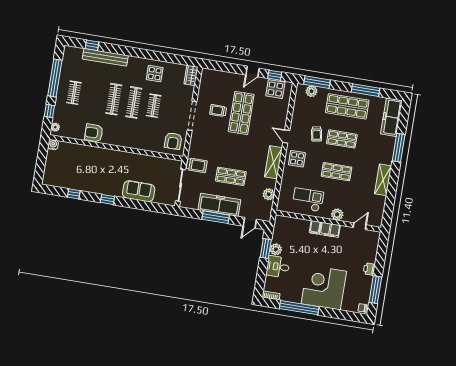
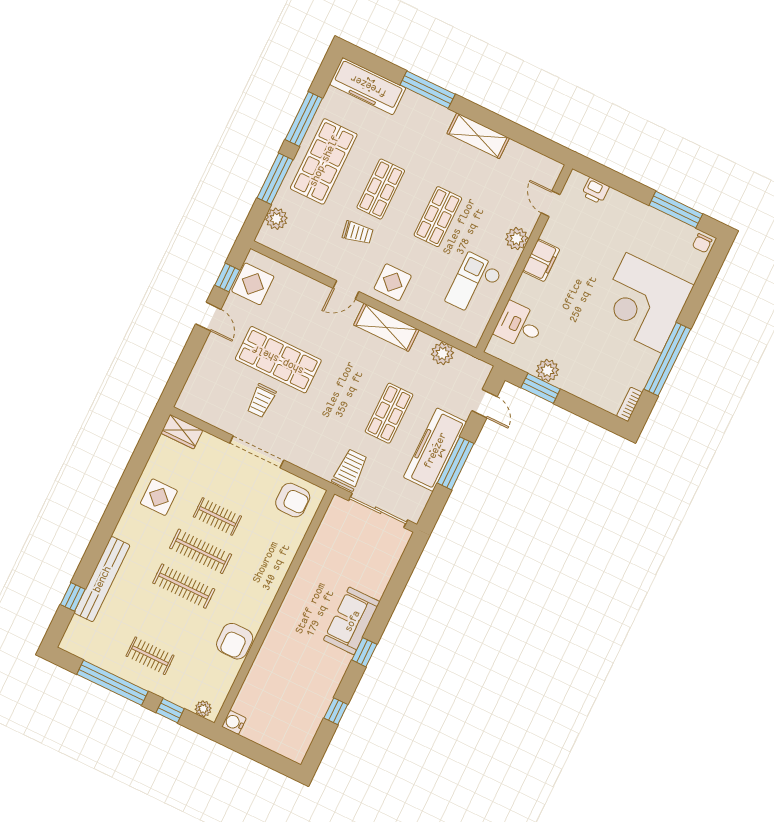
window: (317, 82) -> (275, 179), moved
sofa: (139, 191) -> (352, 621), moved
filing cabinet: (315, 227) -> (529, 286), removed
desk: (278, 267) -> (519, 325), moved, turned 90
printer: (369, 269) -> (595, 191), moved

